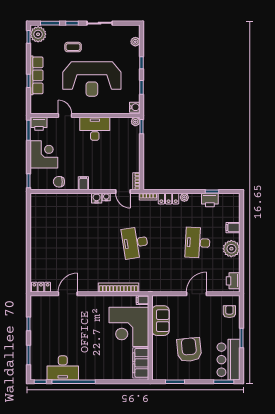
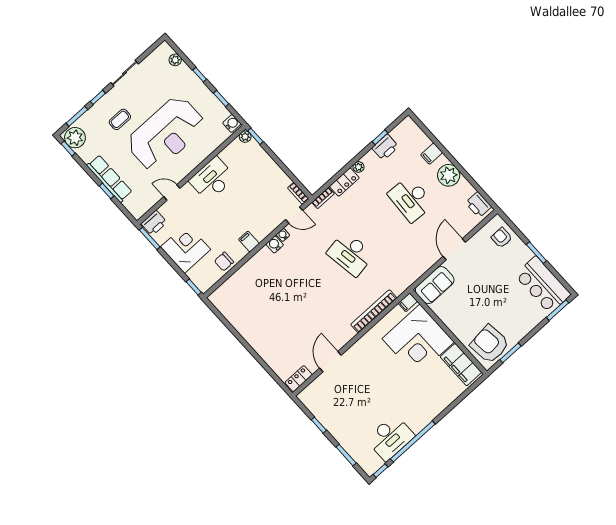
sofa: (160, 321) -> (435, 285), moved, turned 90
armchair: (189, 350) -> (490, 344), moved

